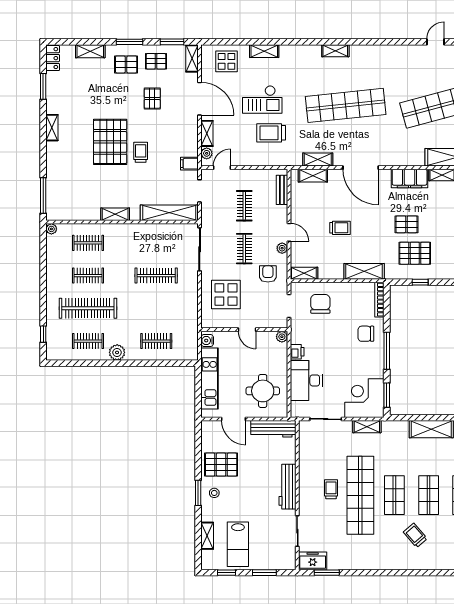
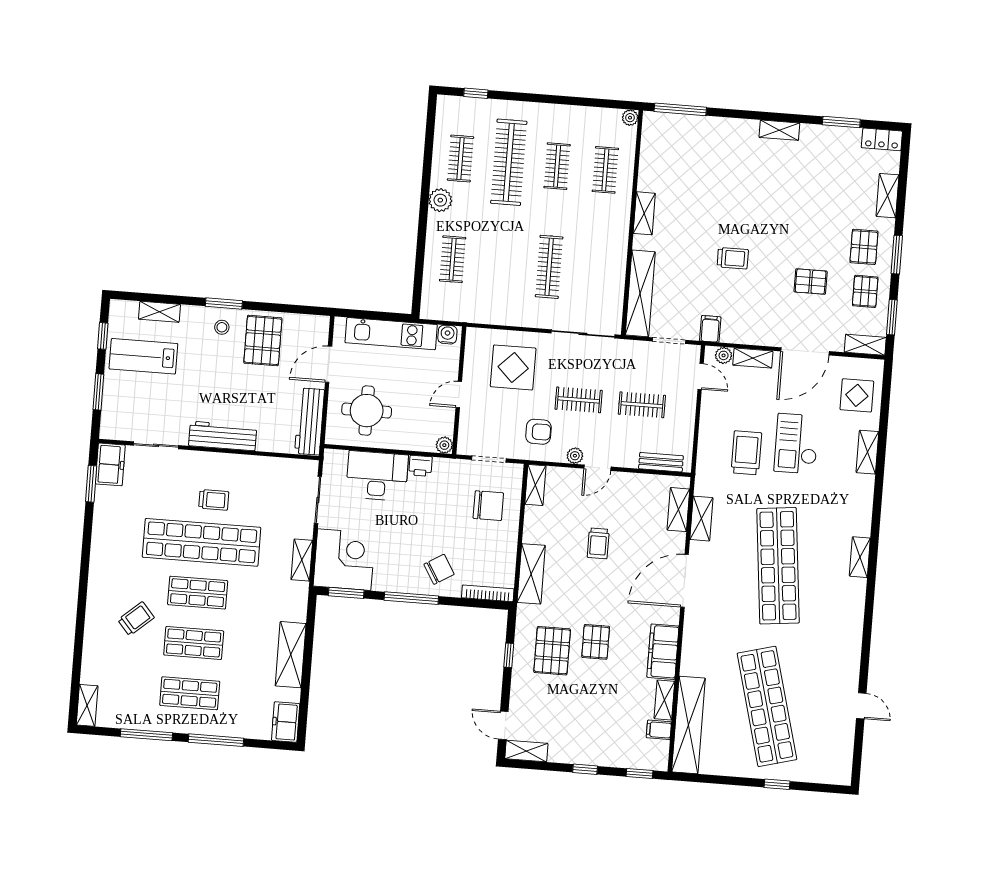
pallet: (110, 142) -> (752, 214), removed
chair: (366, 334) -> (439, 569), turned 59

